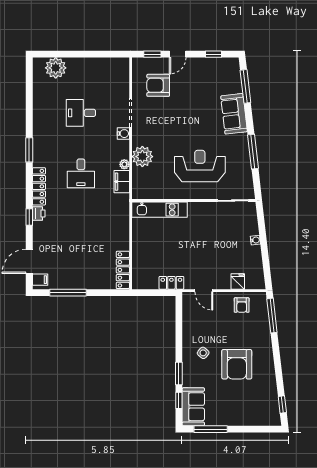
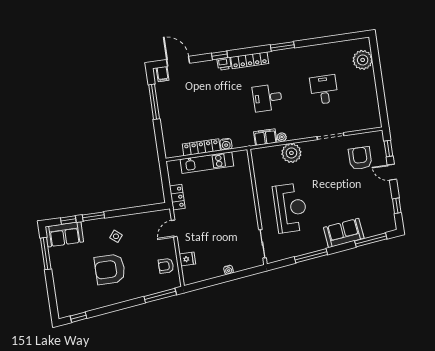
water cooler: (123, 134) -> (226, 144), moved
kitchen unit: (159, 210) -> (207, 163), moved, turned -90
locker: (123, 270) -> (201, 147), moved

